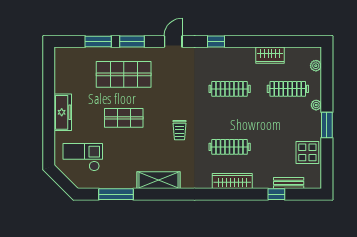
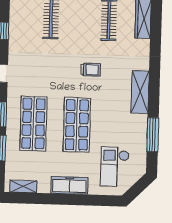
shelving: (60, 66) -> (23, 187), added
shop shelf: (124, 118) -> (77, 125), width x1.43, depth x1.36

